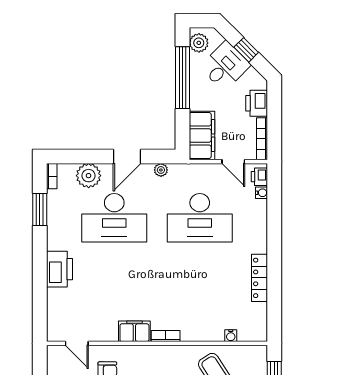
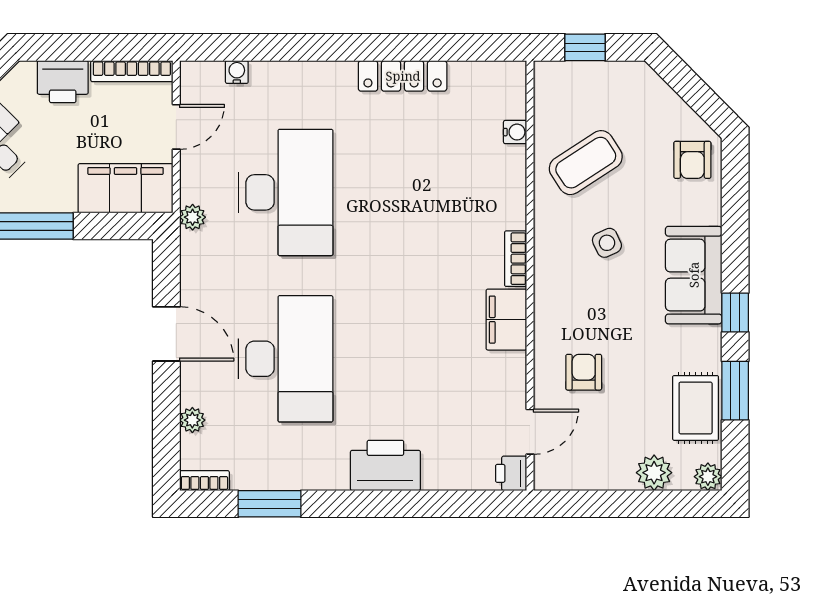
plant: (161, 170) -> (193, 217), moved
plant: (89, 176) -> (192, 420), width x0.53, depth x0.53
printer: (259, 177) -> (511, 473), moved, turned 90

